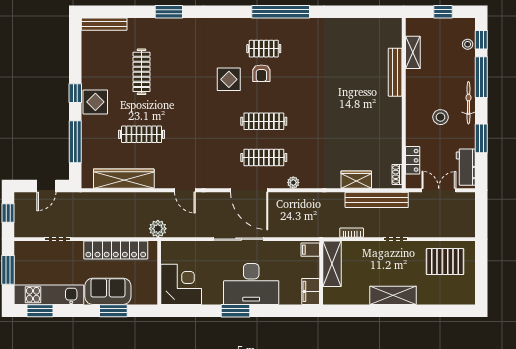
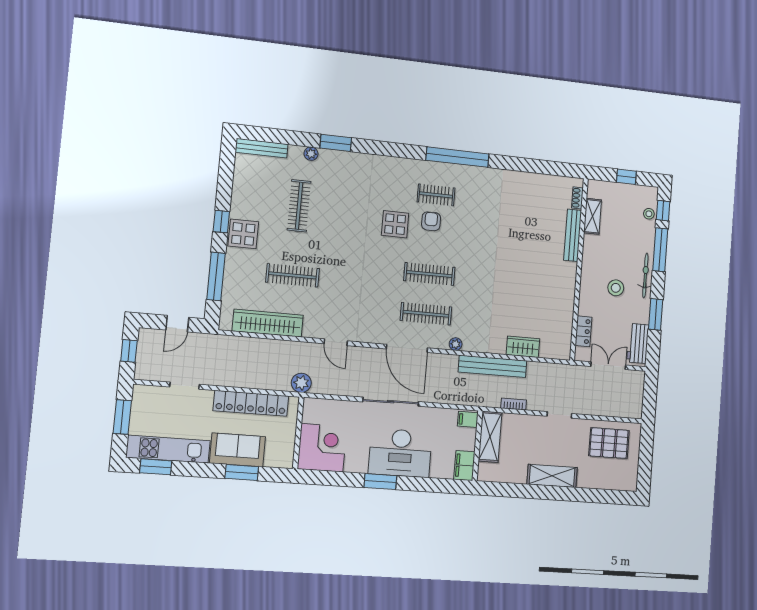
plant: (148, 24) -> (311, 154), added
armchair: (261, 73) -> (431, 221), turned 180
shoe rack: (397, 174) -> (577, 198), moved
bench: (377, 200) -> (493, 366), moved

